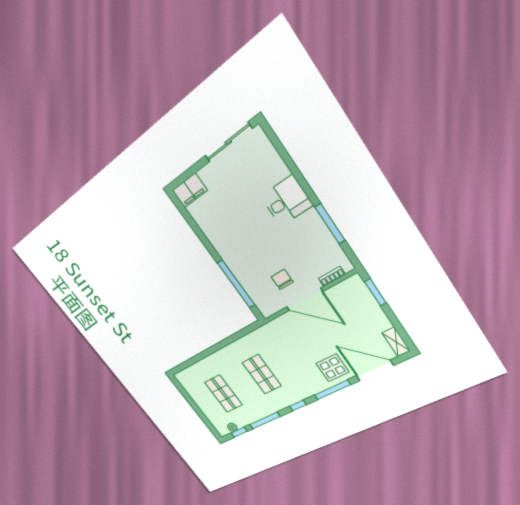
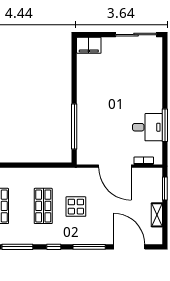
desk: (287, 201) -> (147, 127), moved
chair: (282, 279) -> (109, 143), removed
shelving: (396, 342) -> (157, 215), moved
display table: (332, 368) -> (76, 207), moved

